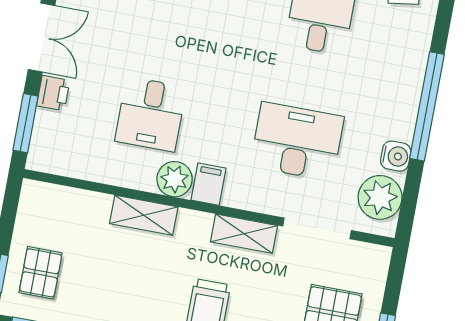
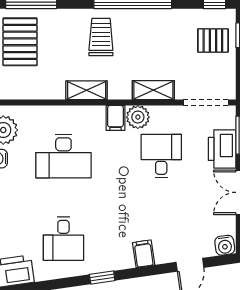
printer: (53, 93) -> (222, 149), width x1.87, depth x1.48
doorway: (317, 228) -> (206, 103), moved
pallet: (41, 273) -> (213, 40), turned 90

